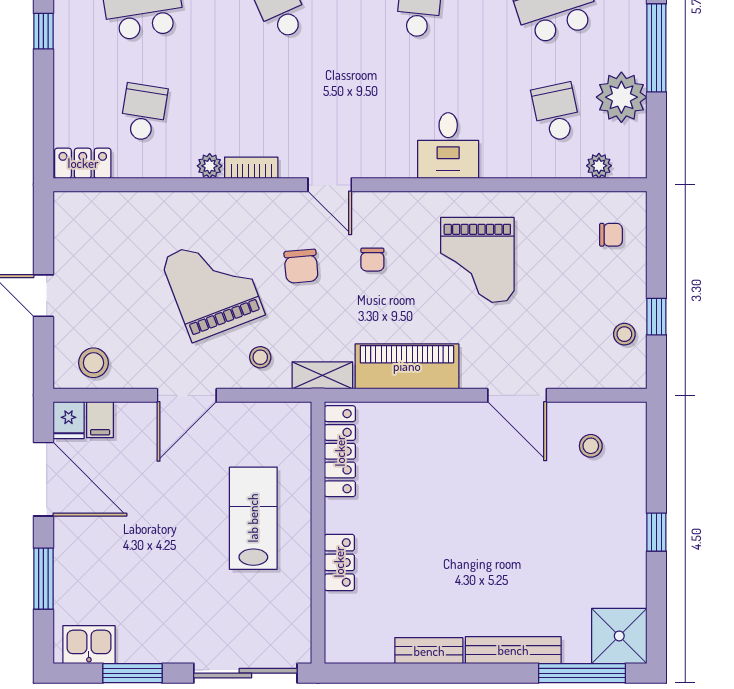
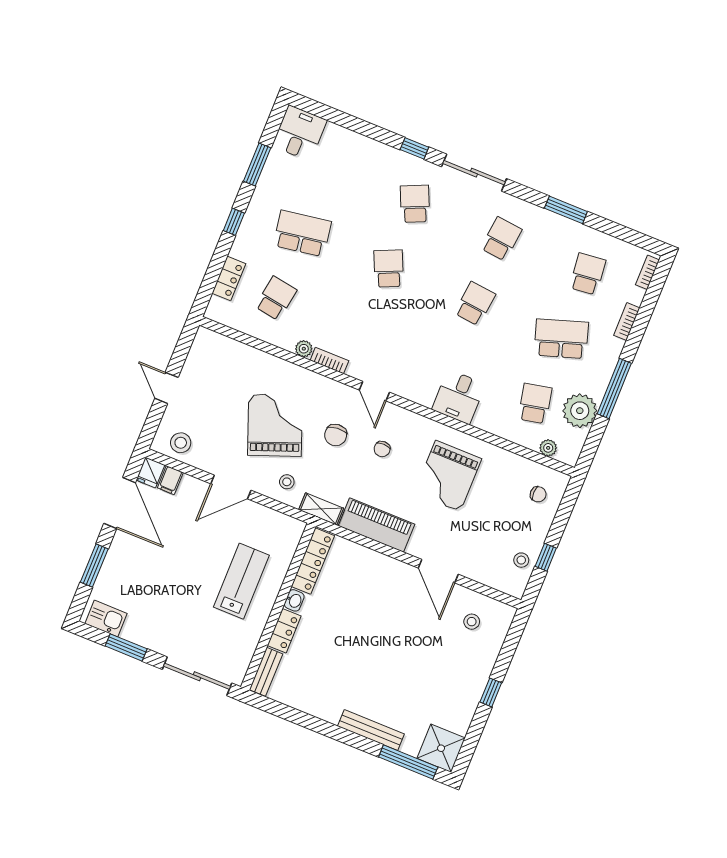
locker: (83, 163) -> (229, 278), moved, turned 90
washbasin: (336, 515) -> (294, 600), added
bench: (429, 651) -> (266, 672), moved, turned 90

